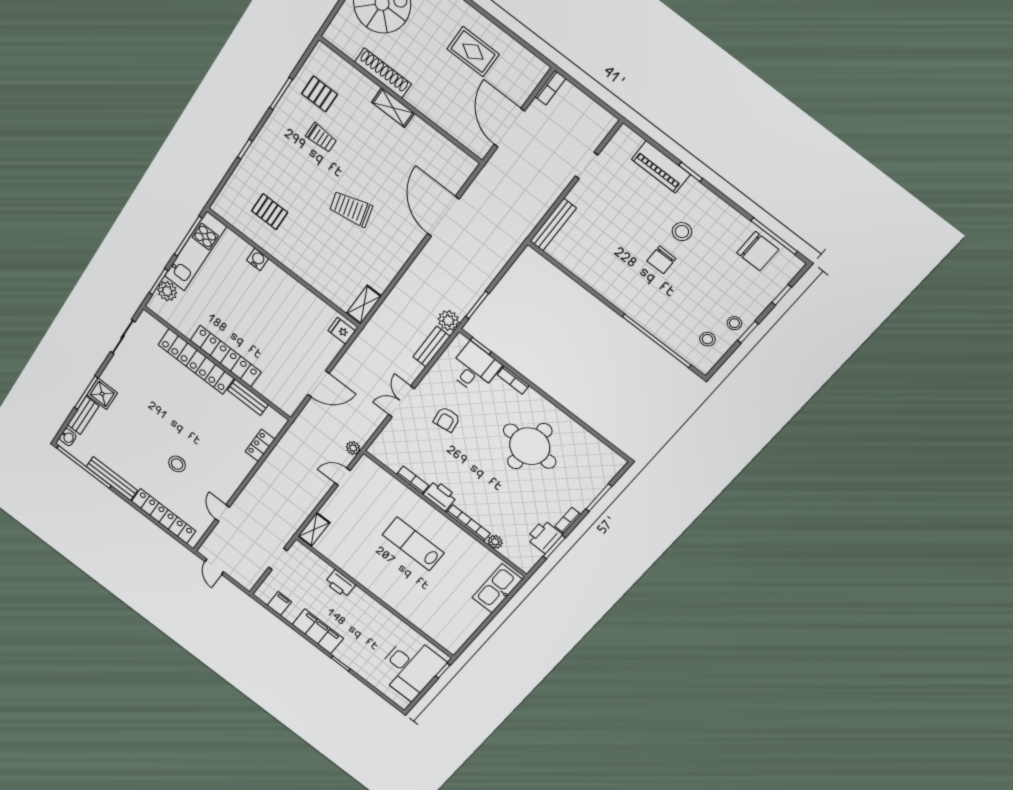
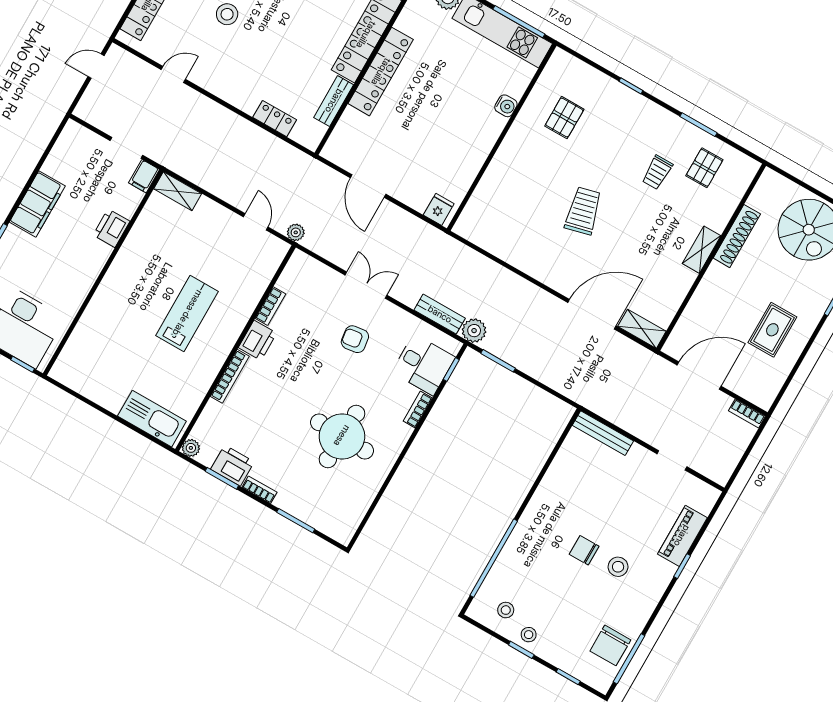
shelving: (364, 305) -> (642, 329), moved
plant: (495, 542) -> (191, 448), moved
filing cabinet: (279, 604) -> (144, 176), moved, turned 90

